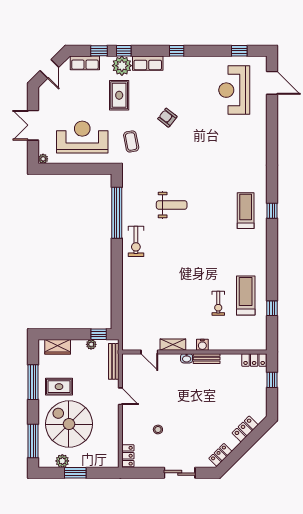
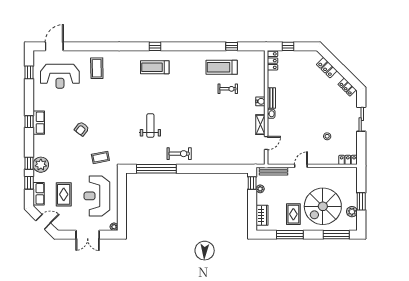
row of seats: (148, 63) -> (39, 123), moved
rug: (119, 95) -> (64, 194), moved, turned 90
coffee table: (244, 137) -> (97, 68), added

